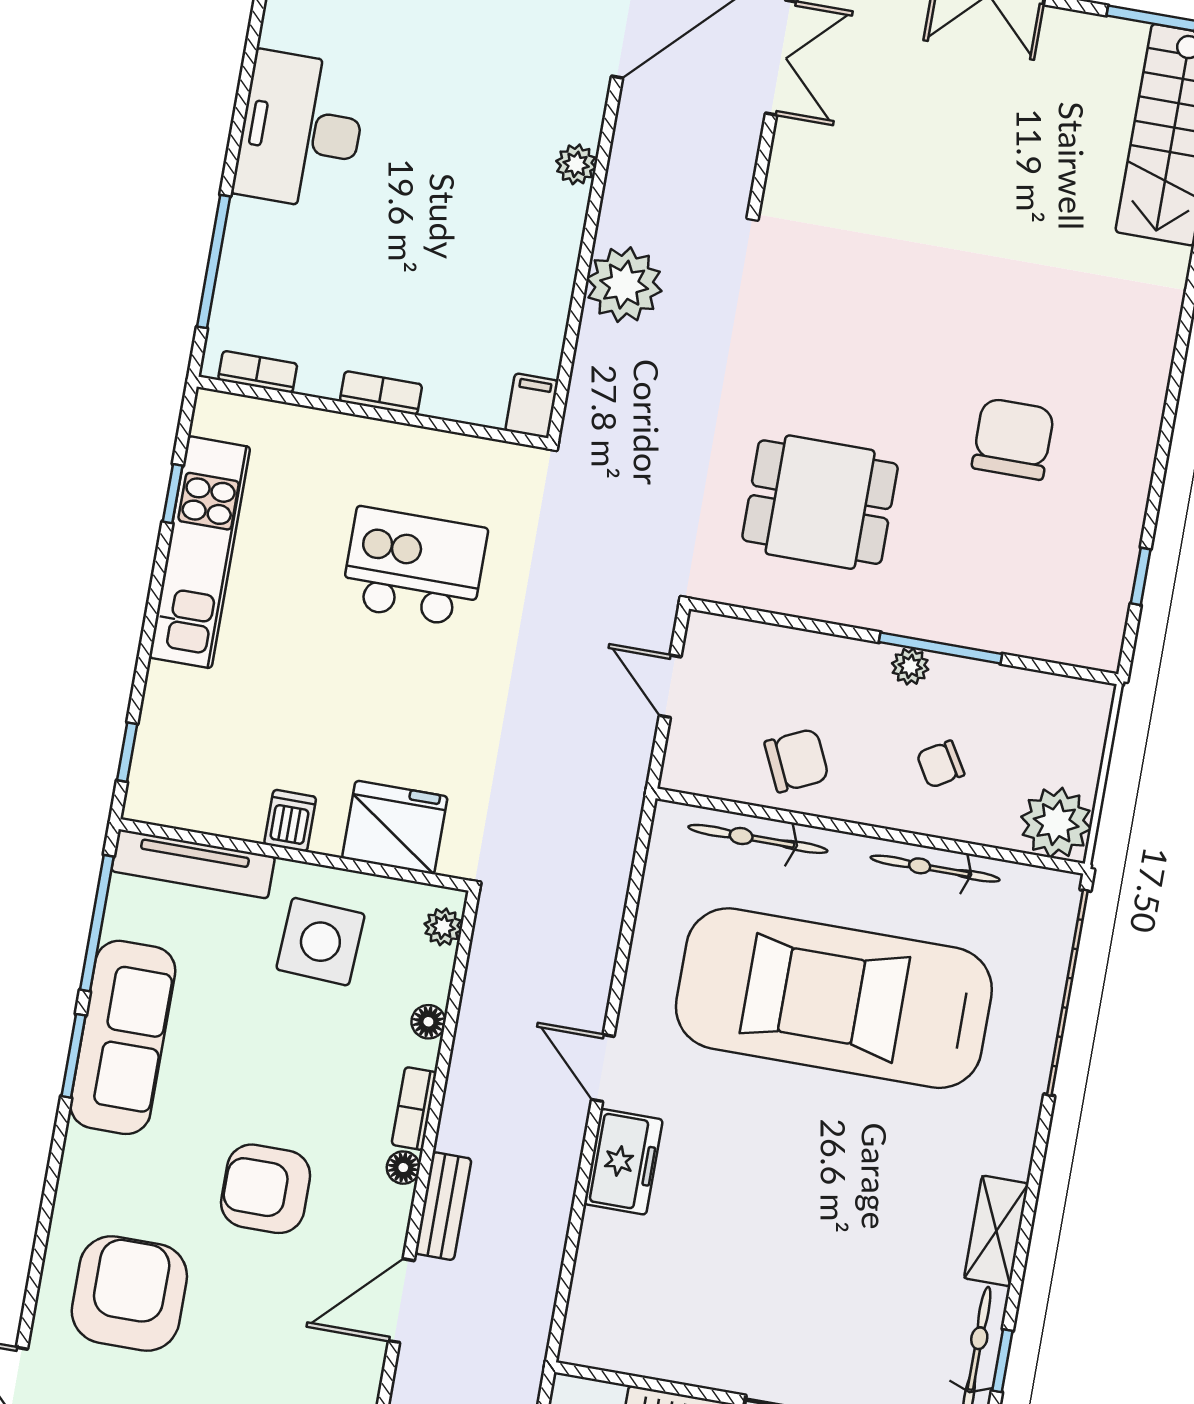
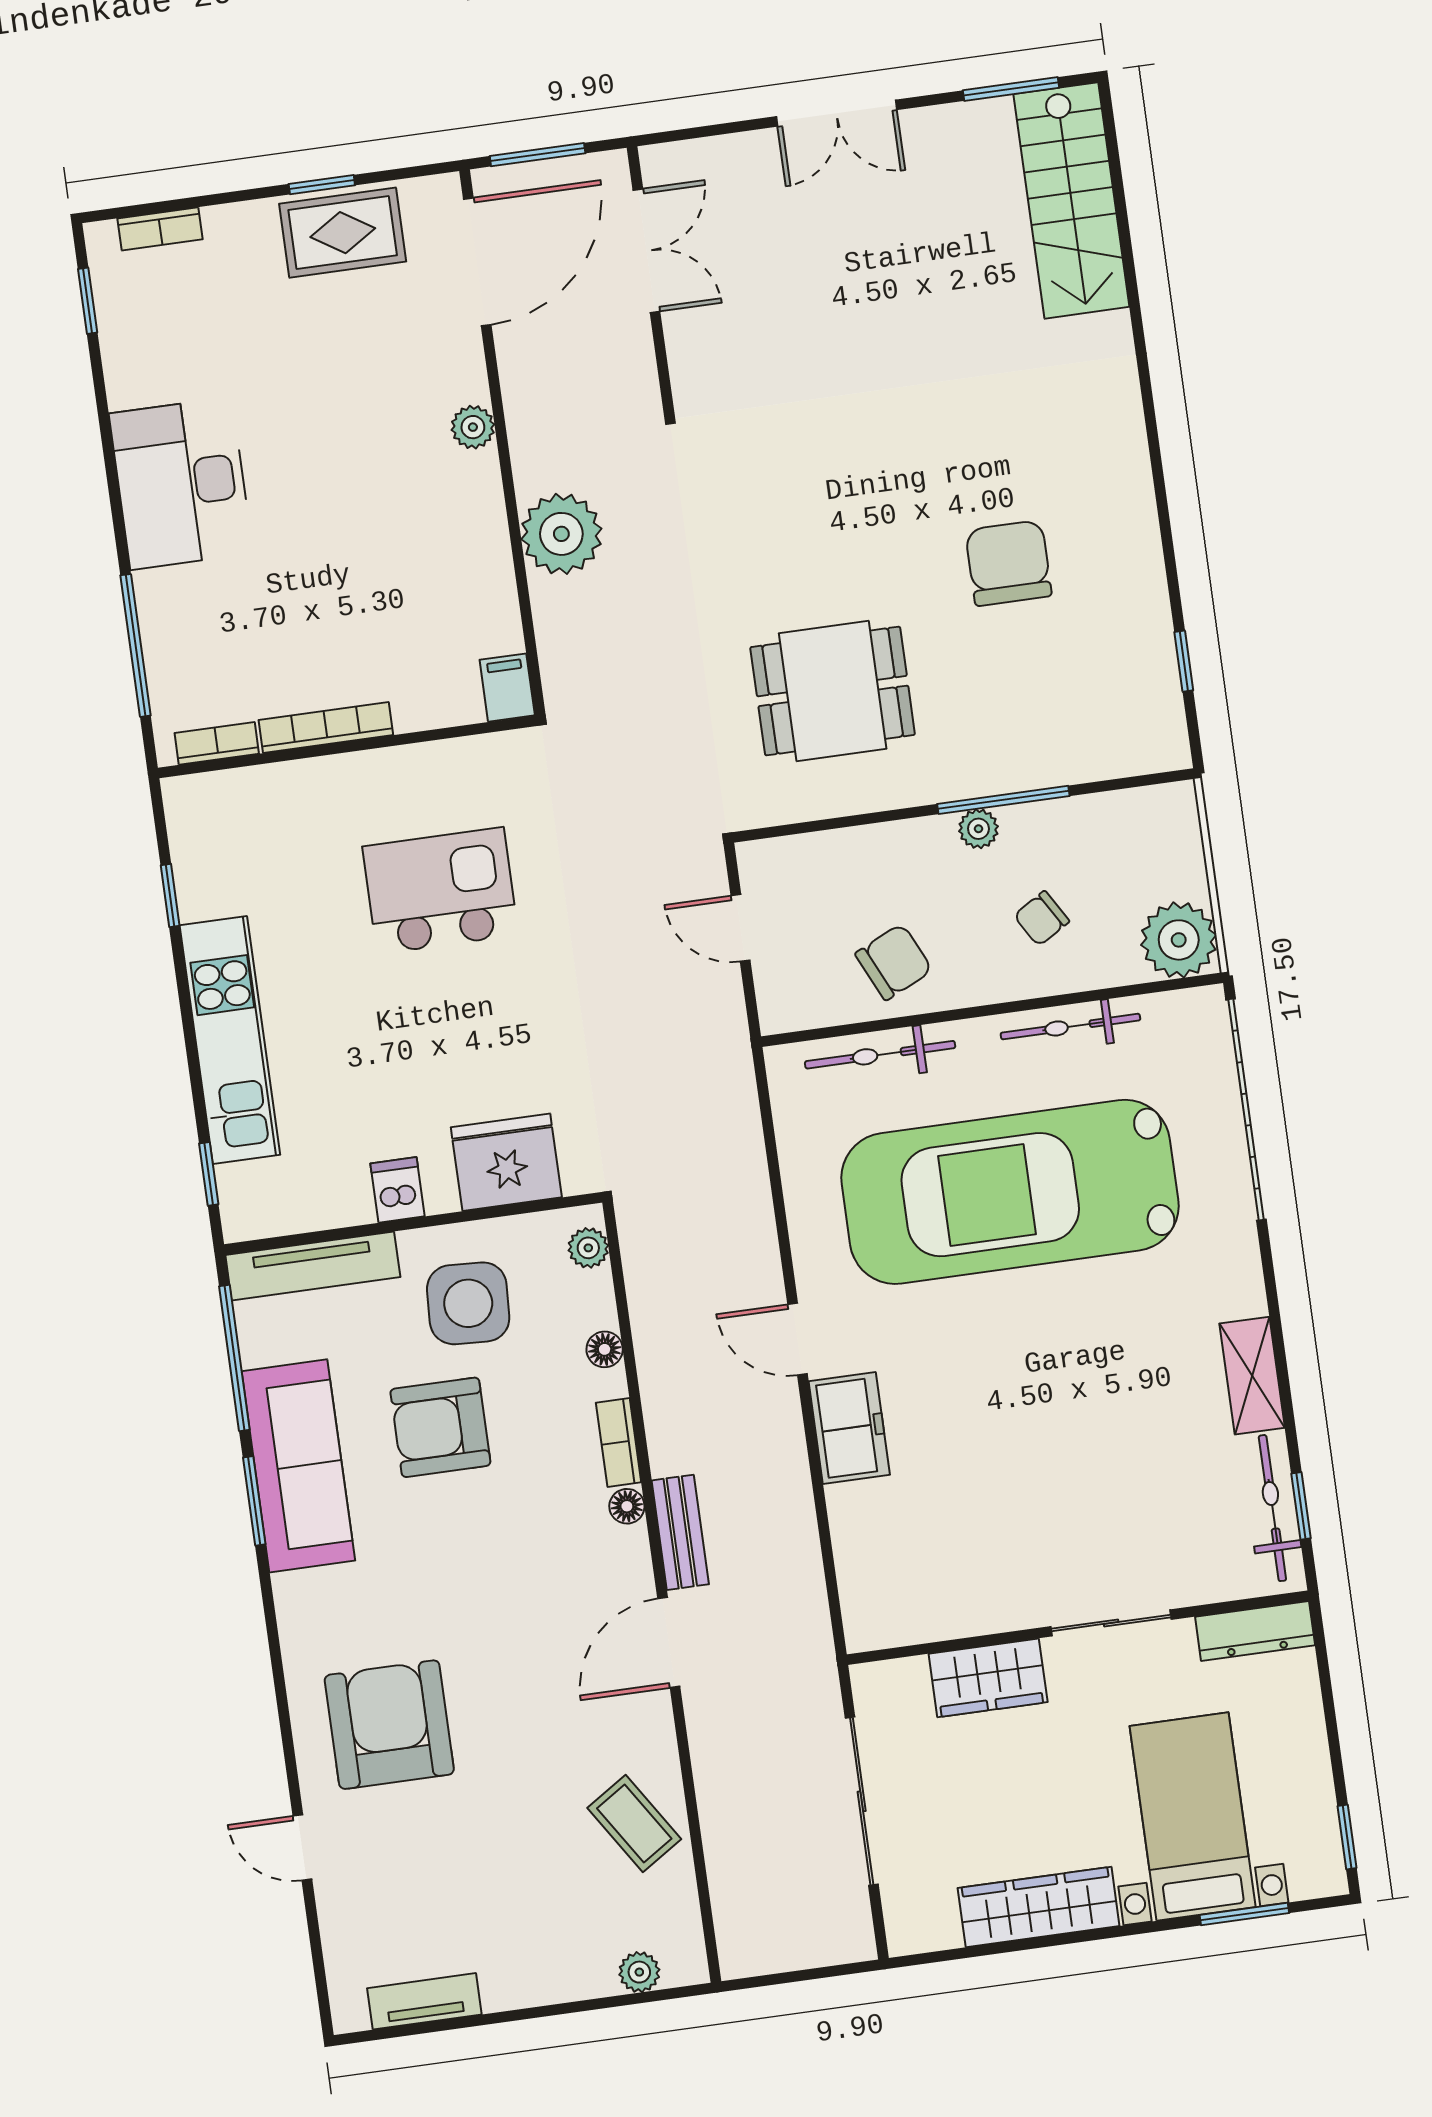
bookcase: (381, 393) -> (326, 728), width x1.56
kitchen unit: (200, 552) -> (230, 1040), moved
armchair: (266, 1189) -> (440, 1427), moved

